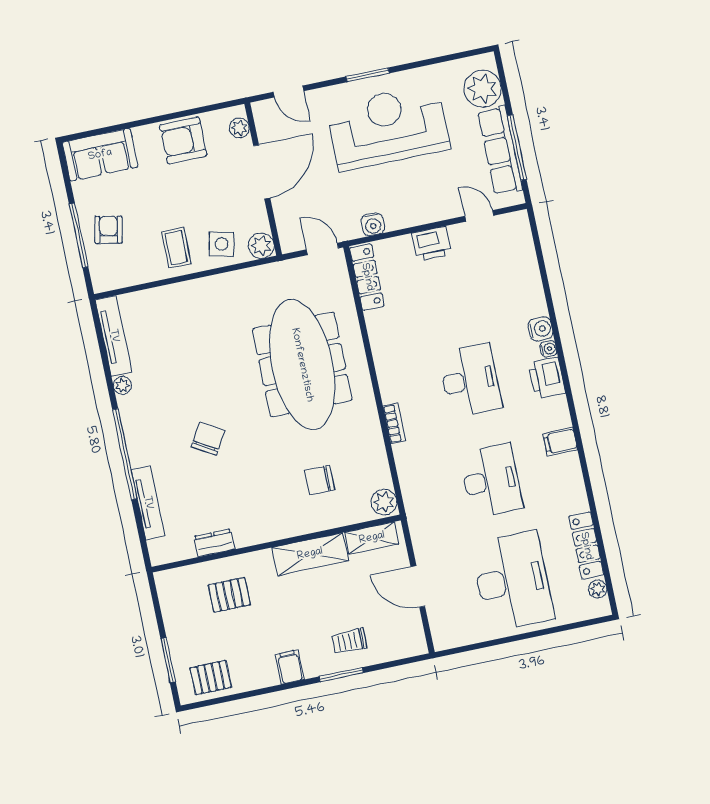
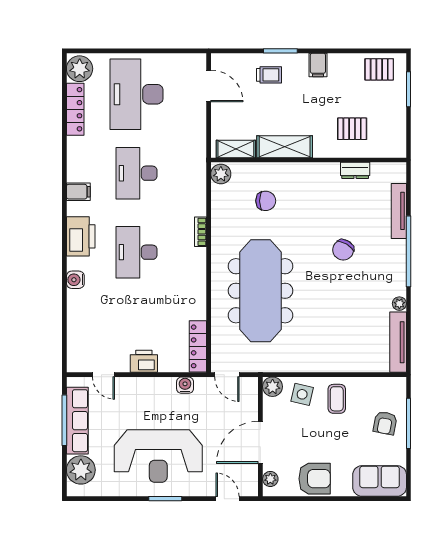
water cooler: (548, 349) -> (73, 264), removed
printer: (547, 378) -> (81, 236), width x1.37, depth x1.19
door: (418, 586) -> (209, 86), moved
plant: (598, 589) -> (80, 69), width x1.87, depth x1.87

